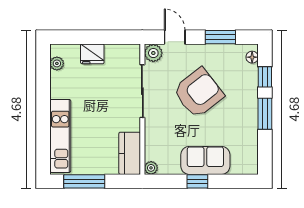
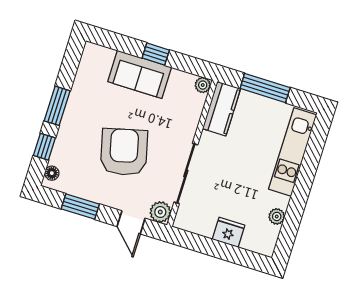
plant: (57, 63) -> (277, 216), moved
armchair: (198, 93) -> (124, 152), turned 114
window: (84, 181) -> (265, 88), moved

